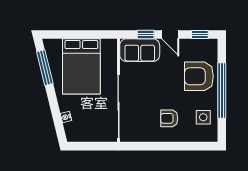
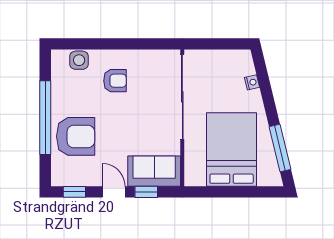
side table: (203, 117) -> (79, 60), moved

